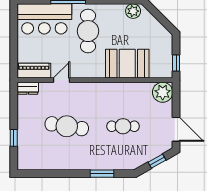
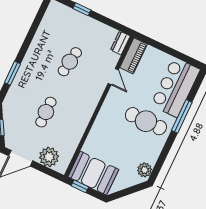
booth: (127, 64) -> (93, 173), moved, turned 90
plant: (163, 92) -> (49, 157), moved
cafe table: (67, 126) -> (70, 62), width x0.73, depth x0.74

